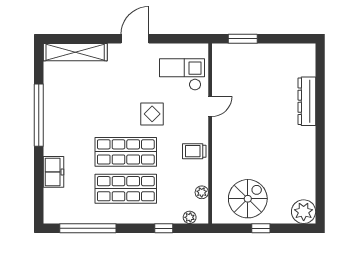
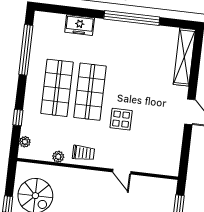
checkout: (182, 74) -> (153, 150), removed
trolley: (194, 151) -> (83, 153), turned 90
plant: (202, 192) -> (58, 157), moved

